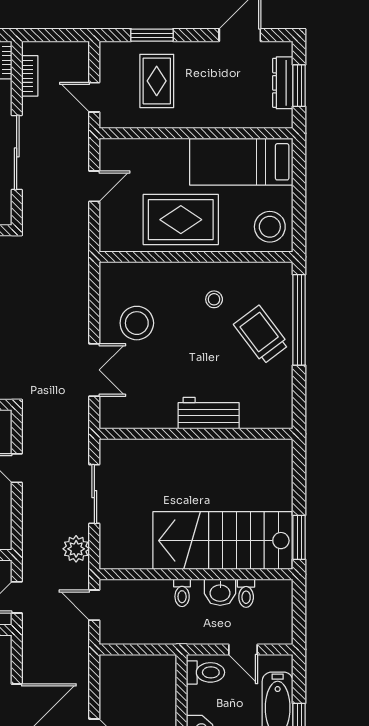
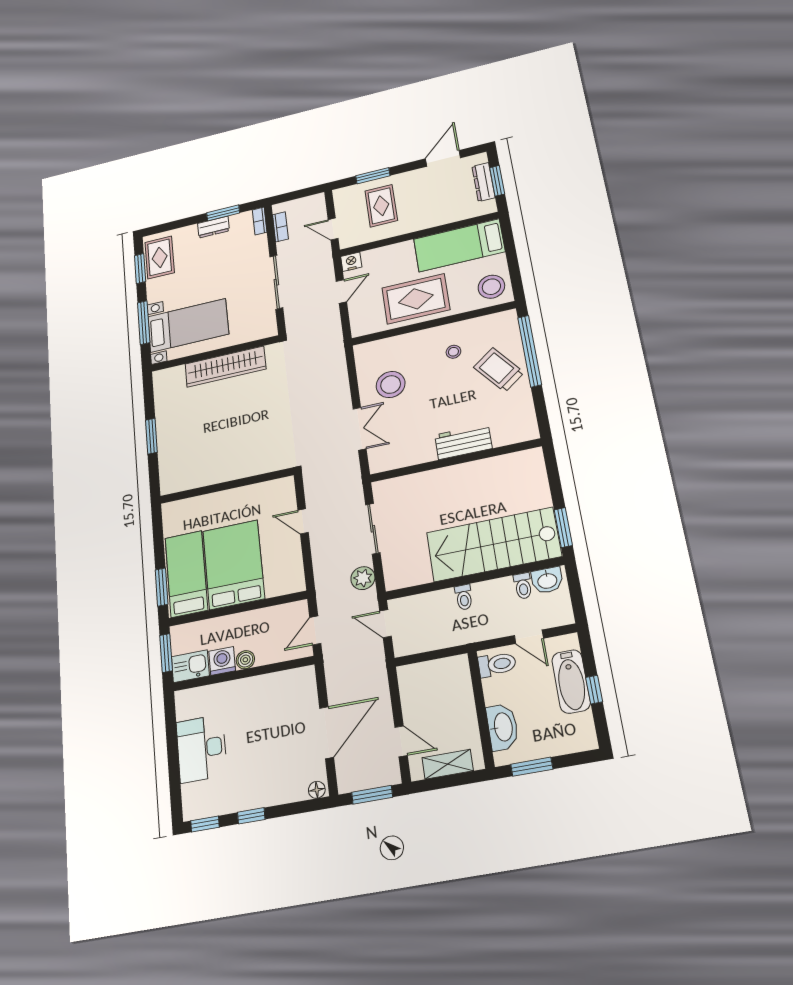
nightstand: (111, 149) -> (351, 262), added
washbasin: (220, 592) -> (547, 580), moved

